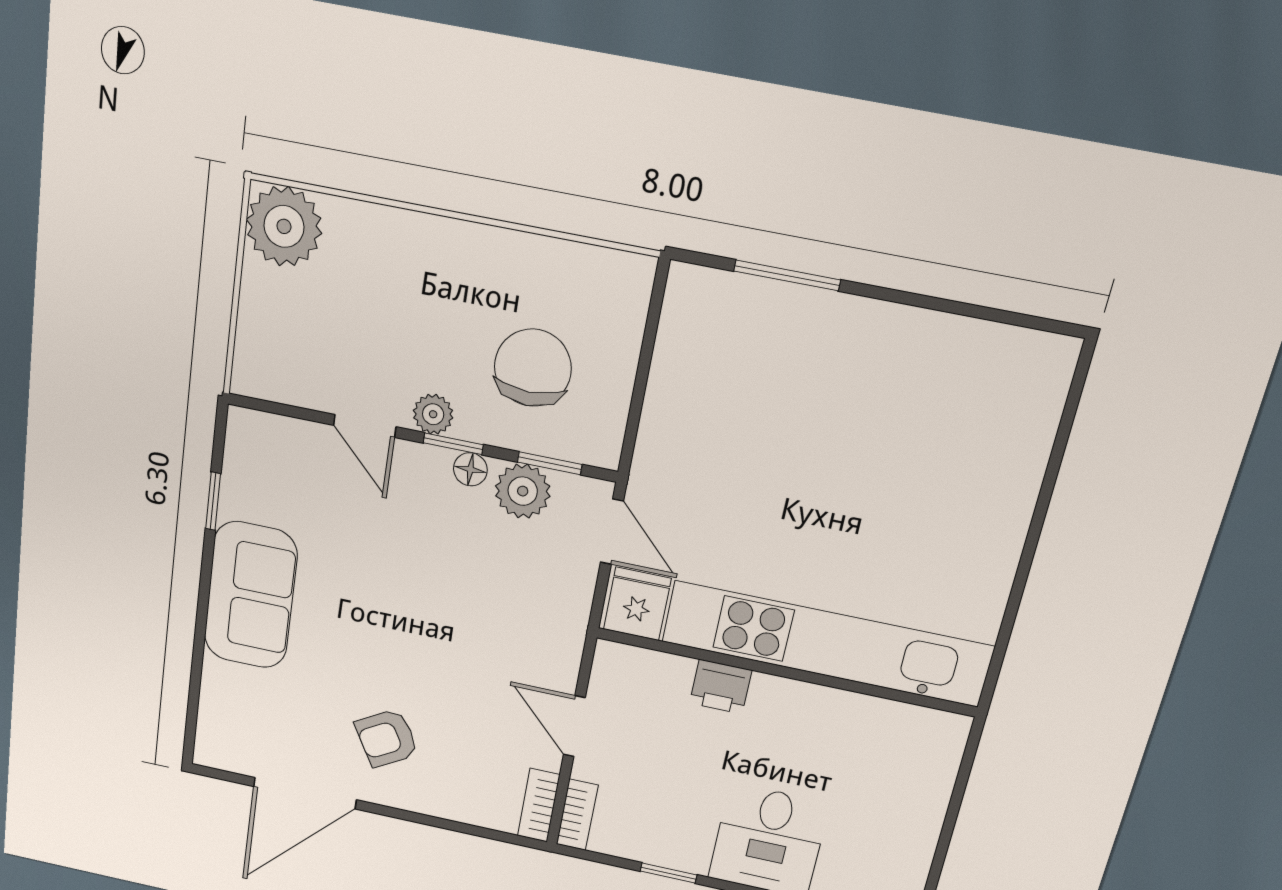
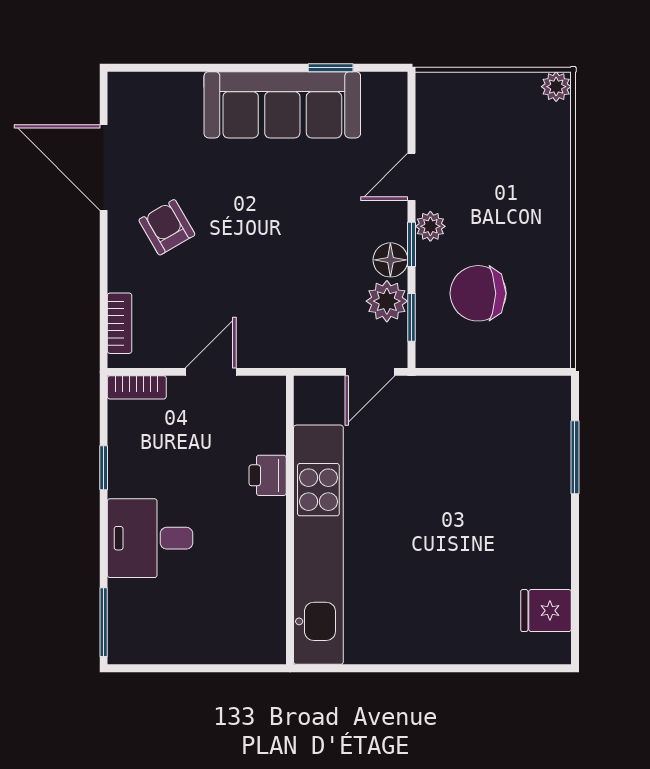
plant: (284, 226) -> (556, 87), width x0.53, depth x0.53
chair: (533, 368) -> (478, 293), turned 180
floor lamp: (470, 469) -> (390, 260), width x1.37, depth x1.37
sofa: (250, 595) -> (282, 105), width x1.36
fridge: (637, 604) -> (546, 611), moved, turned 180
bookcase: (539, 805) -> (120, 323), moved, turned 90

